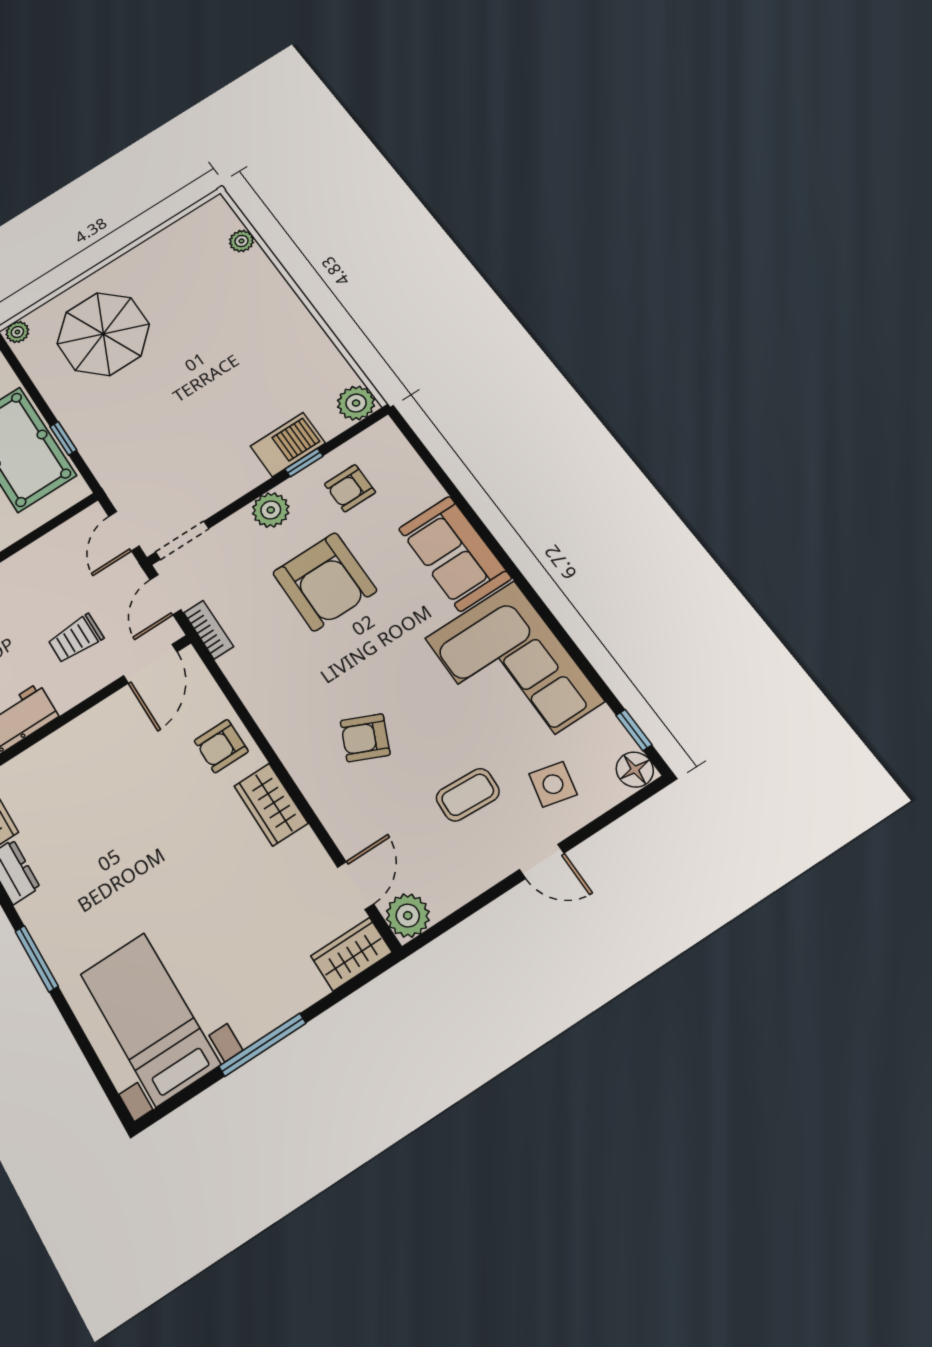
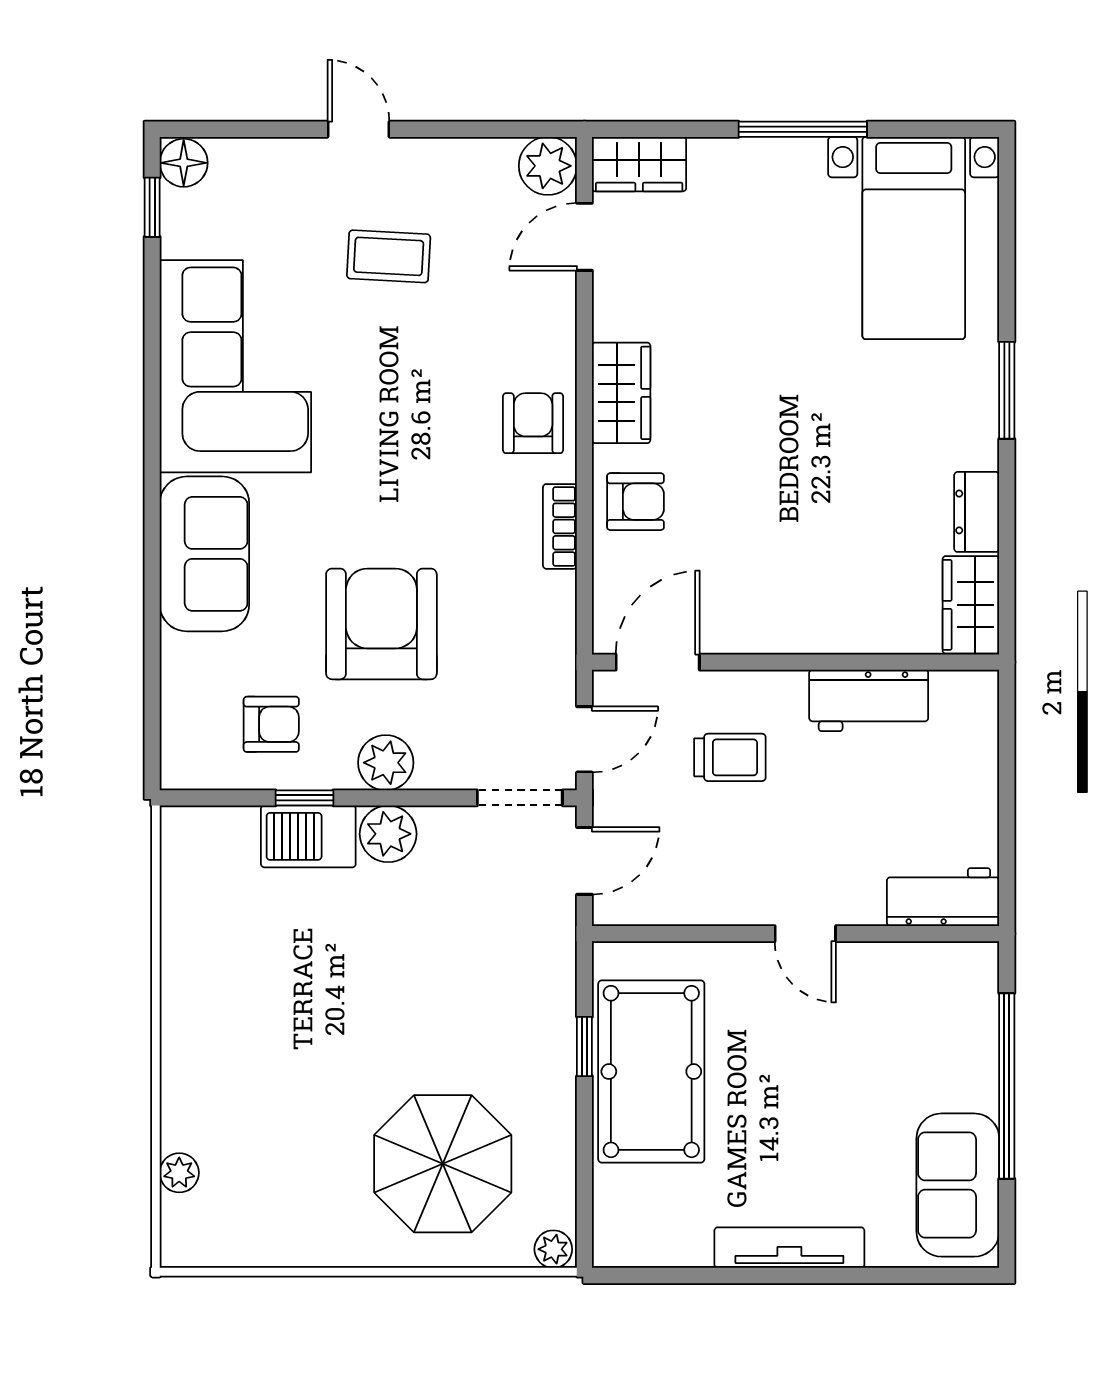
plant: (356, 403) -> (388, 834), moved
bookcase: (208, 630) -> (560, 526), moved
armchair: (365, 738) -> (533, 423), moved, turned -114
side table: (553, 784) -> (285, 206), removed

